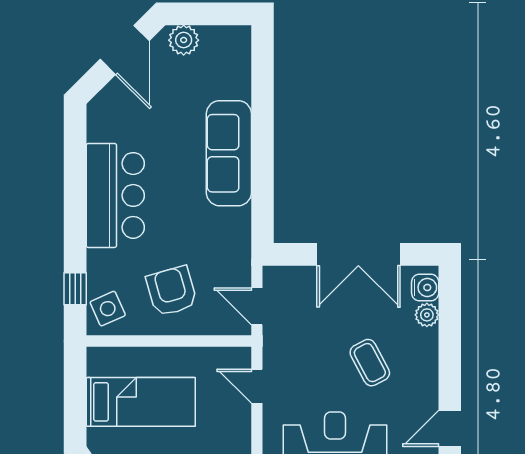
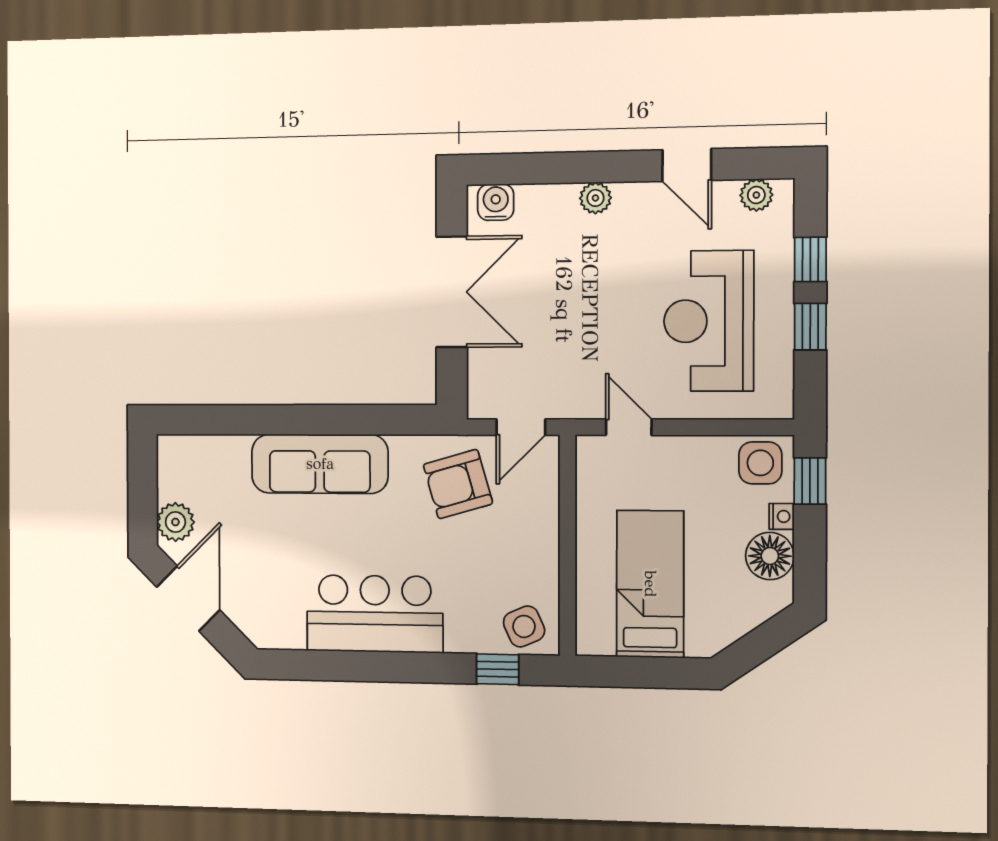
door: (125, 50) -> (188, 599), hinge flipped
armchair: (172, 291) -> (458, 484), moved
plant: (427, 315) -> (595, 198), moved
coffee table: (370, 363) -> (597, 275), removed
door: (257, 386) -> (629, 427), swing flipped

